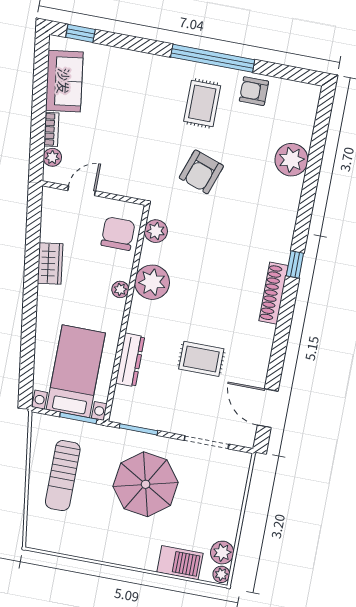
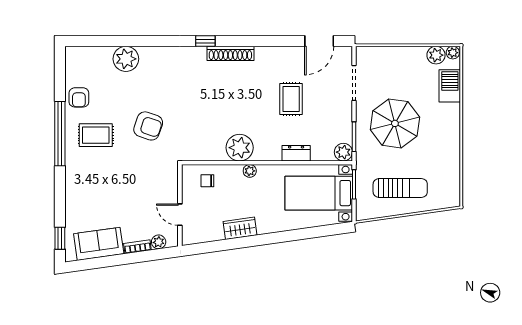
plant: (156, 231) -> (343, 152), moved
chair: (118, 234) -> (207, 181), width x0.54, depth x0.54
dresser: (130, 360) -> (296, 153), width x0.70

